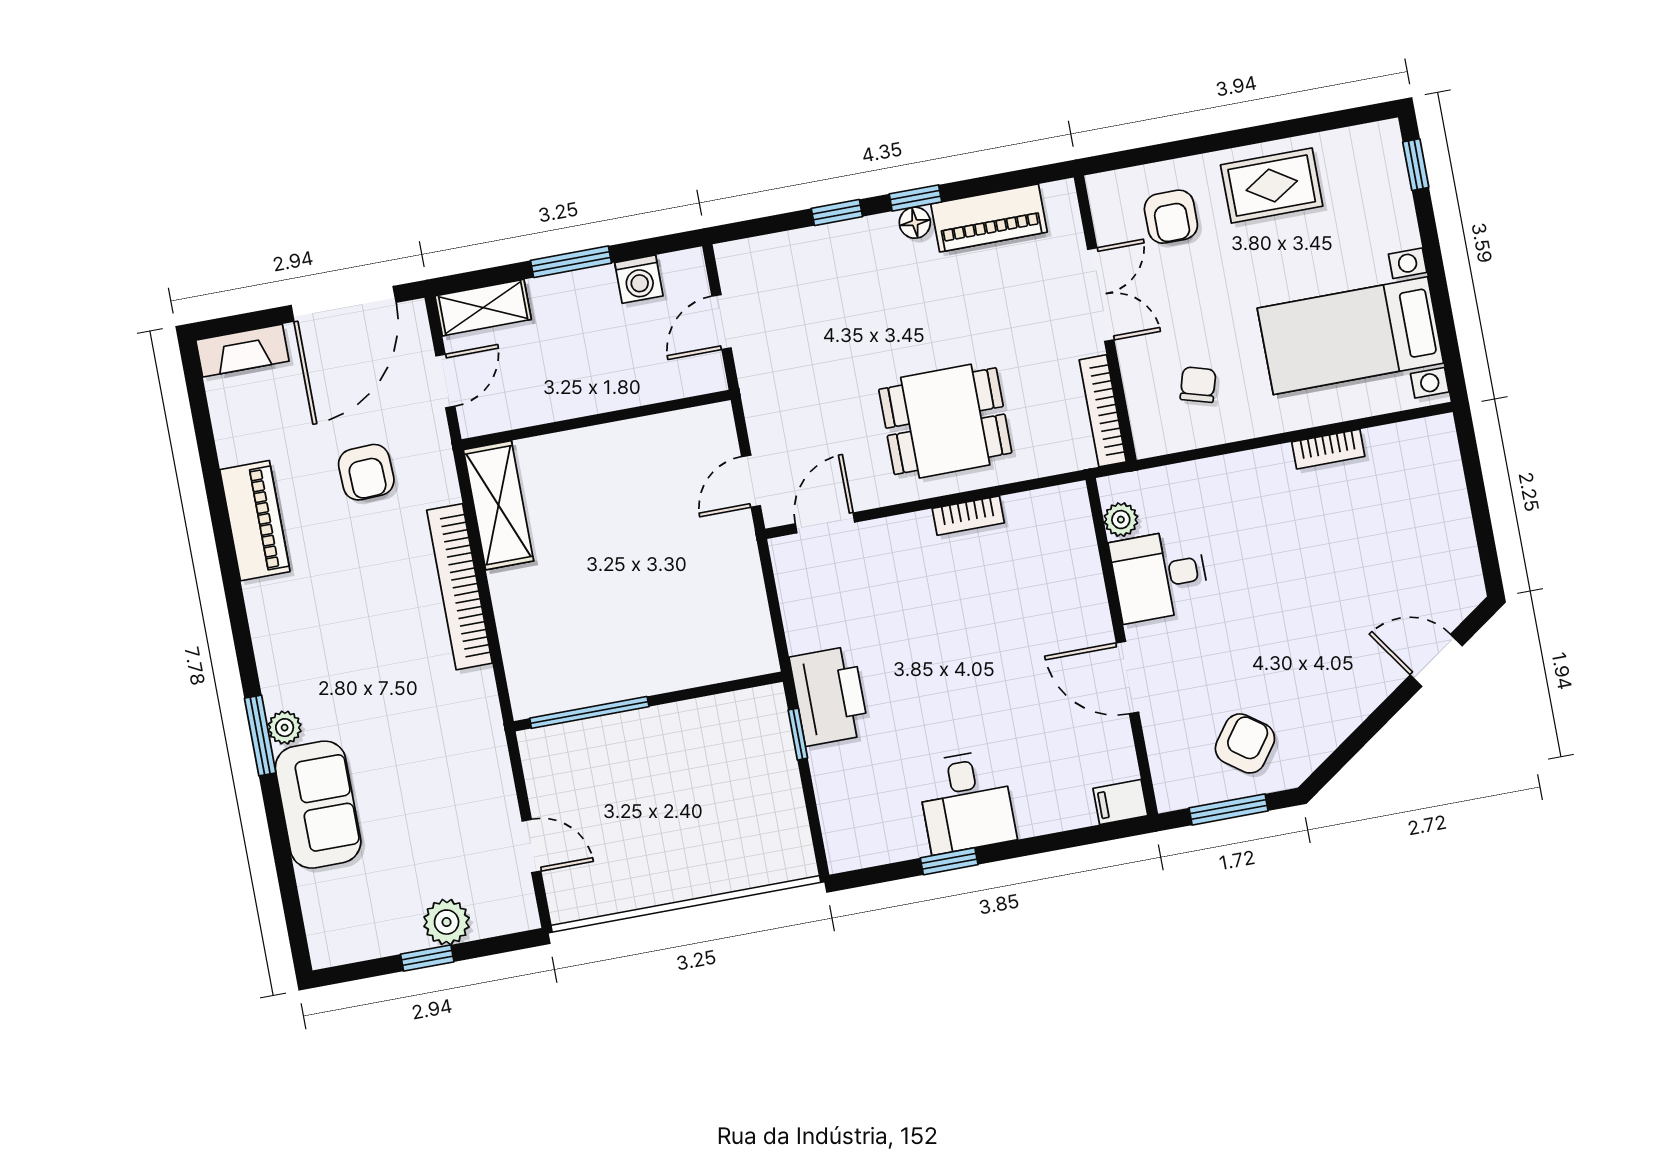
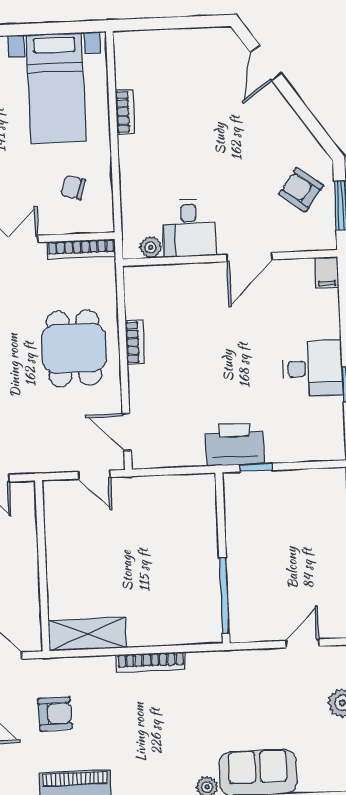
bookcase: (459, 587) -> (151, 662), width x0.68, depth x0.76

